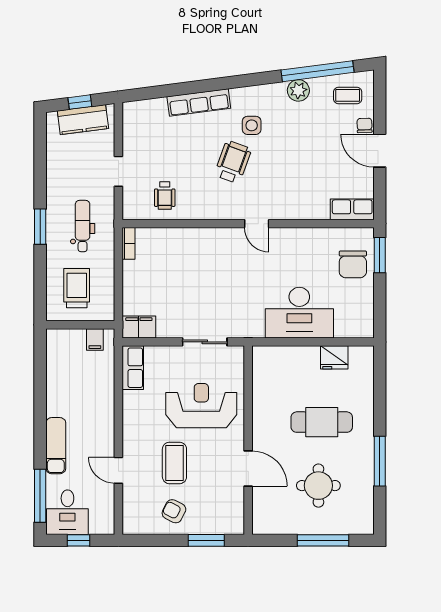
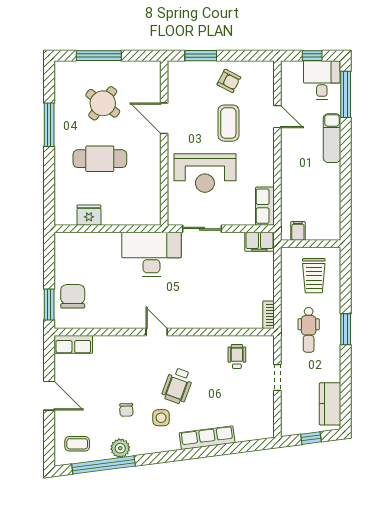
kitchen counter: (83, 120) -> (330, 404), moved, turned -83
chair: (365, 125) -> (126, 410), moved
desk: (299, 313) -> (151, 254), moved
round table: (318, 486) -> (103, 103), turned 37

